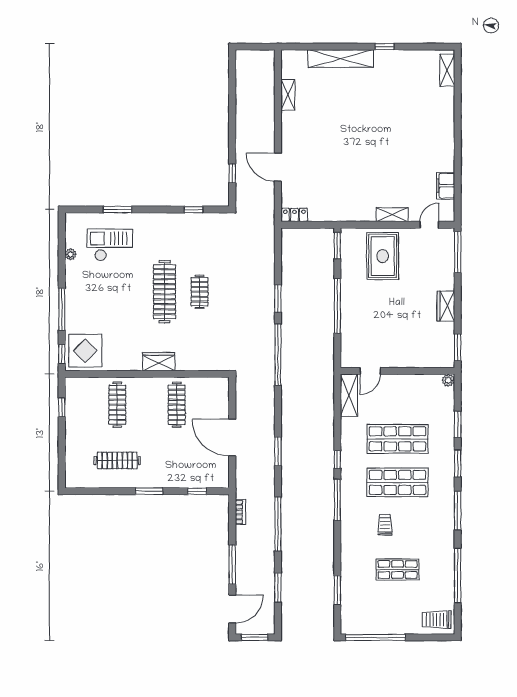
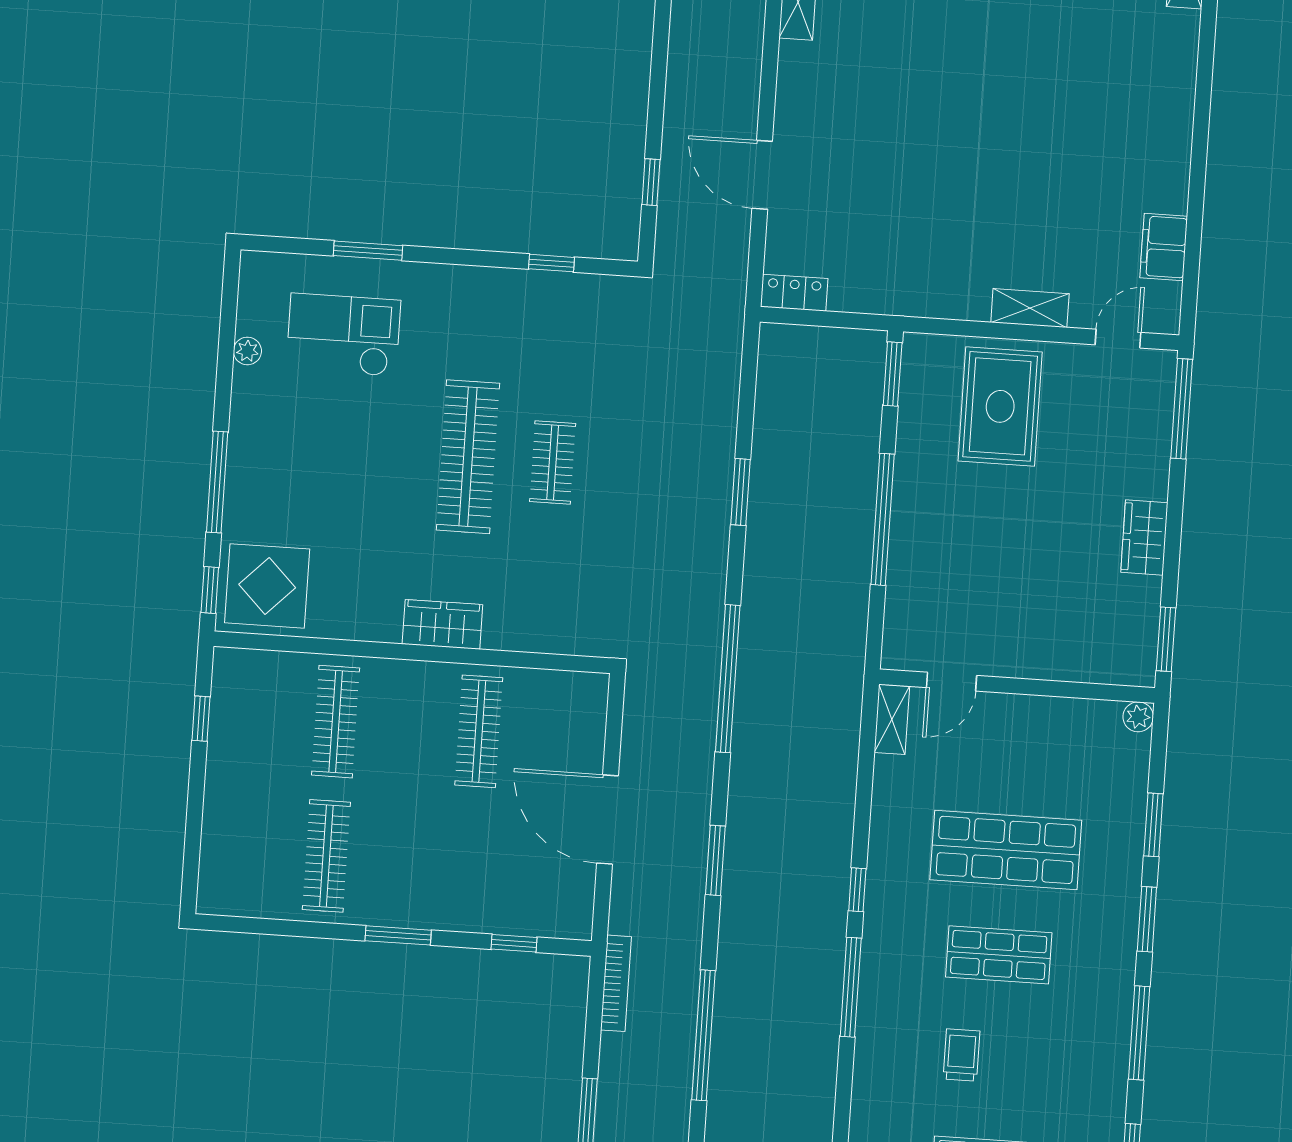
window: (278, 355) -> (728, 679), moved
shelving: (349, 395) -> (892, 719), width x0.67, depth x0.75
clothes rail: (117, 460) -> (326, 856), turned 90
shop shelf: (397, 482) -> (999, 955), width x0.70, depth x0.74
bookcase: (240, 512) -> (616, 983), width x1.56

